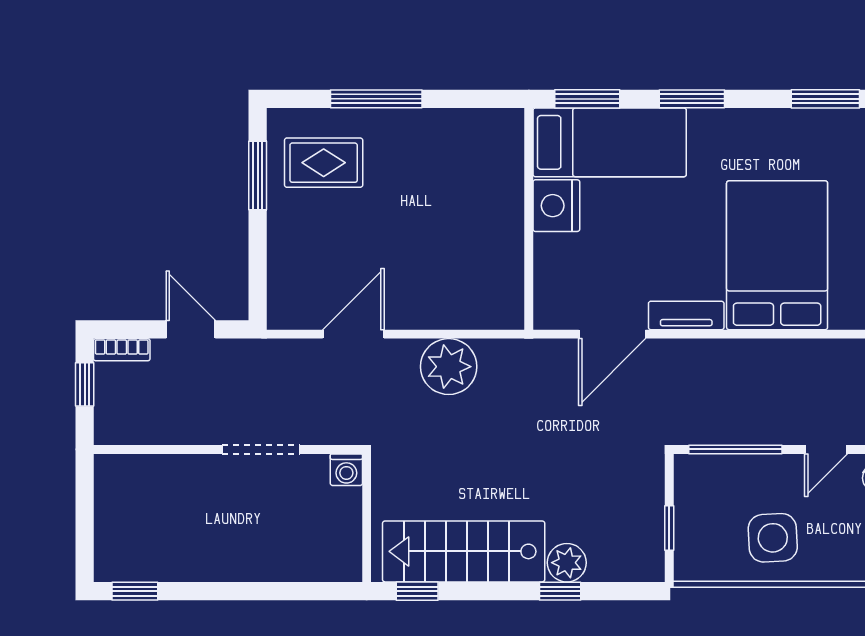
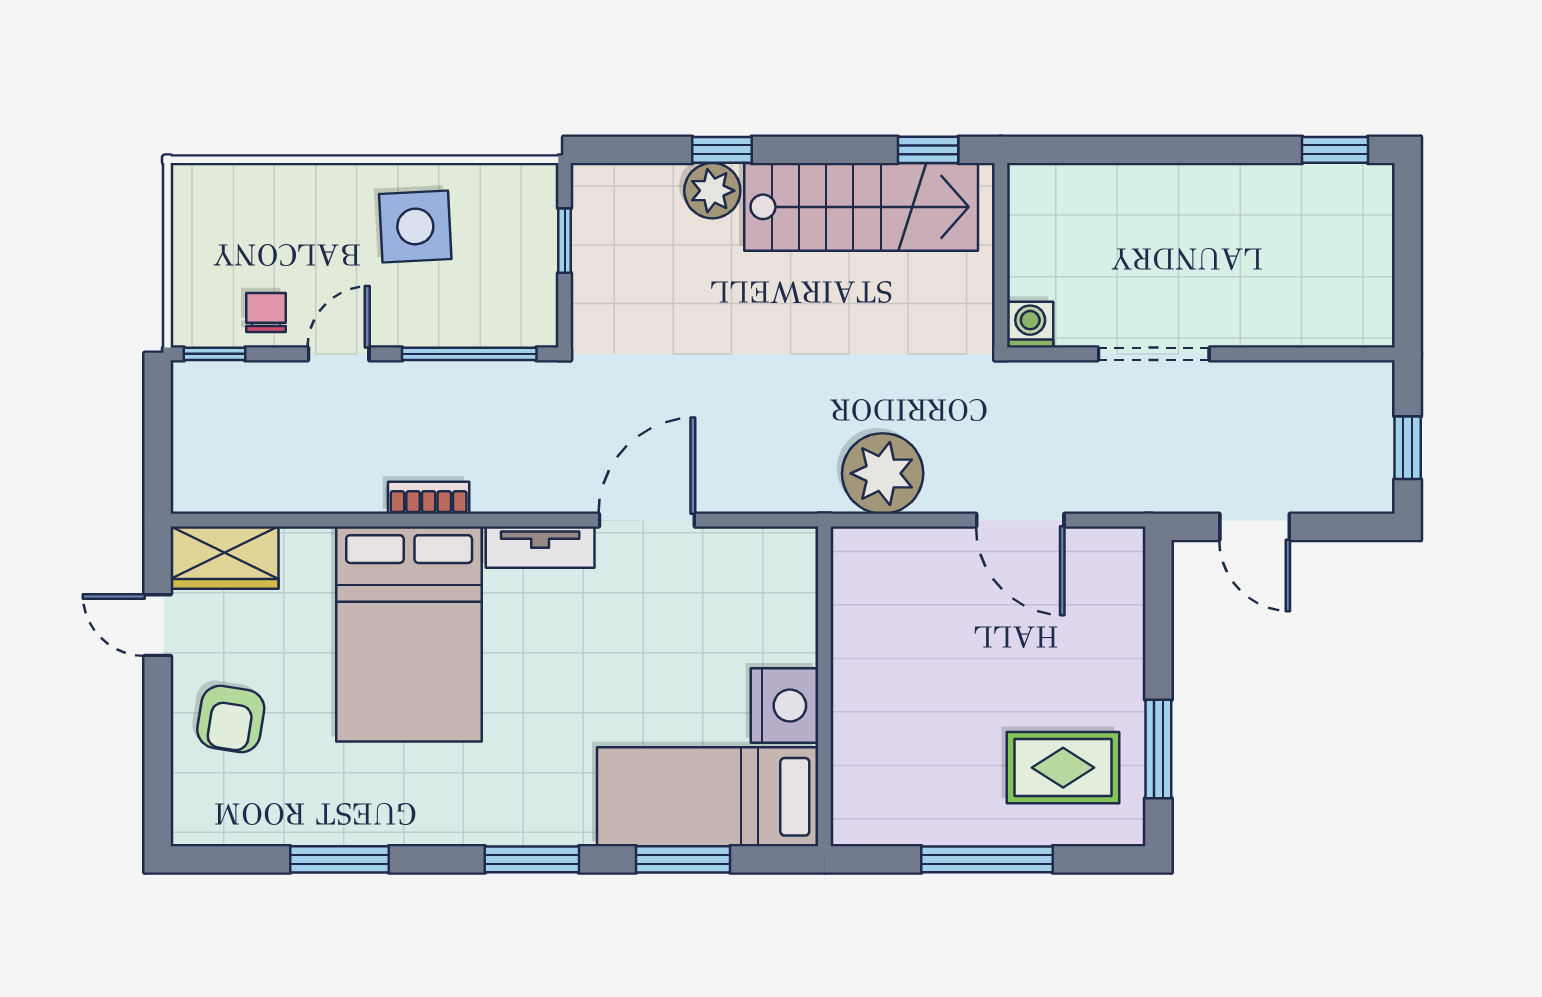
bed: (610, 142) -> (708, 797), moved
nightstand: (556, 206) -> (785, 706), moved
wall: (529, 219) -> (824, 686), moved
door: (353, 334) -> (1020, 520), hinge flipped
bookcase: (122, 350) -> (429, 498), moved

